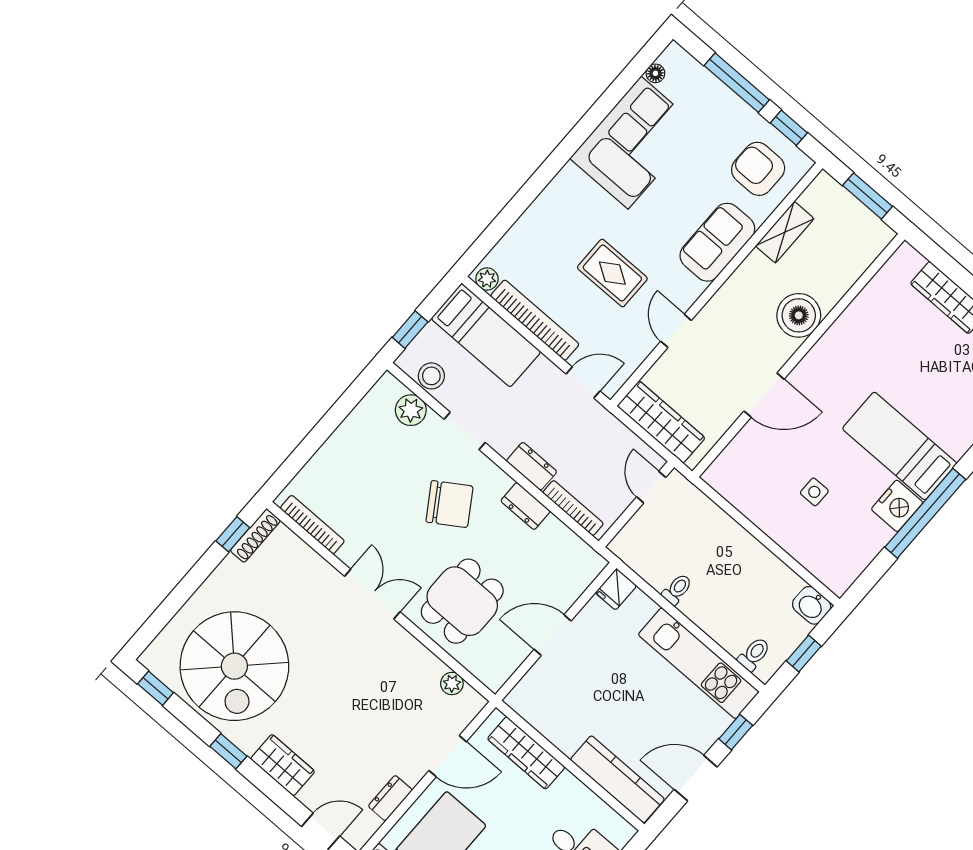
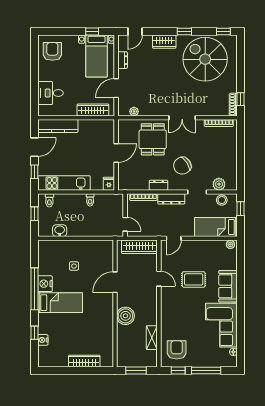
armchair: (758, 169) -> (177, 350), turned -90
sofa: (717, 242) -> (228, 286), moved, turned 180
bookcase: (535, 320) -> (205, 244), removed
dresser: (532, 466) -> (171, 199), width x1.44
washbasin: (812, 605) -> (60, 231), moved

